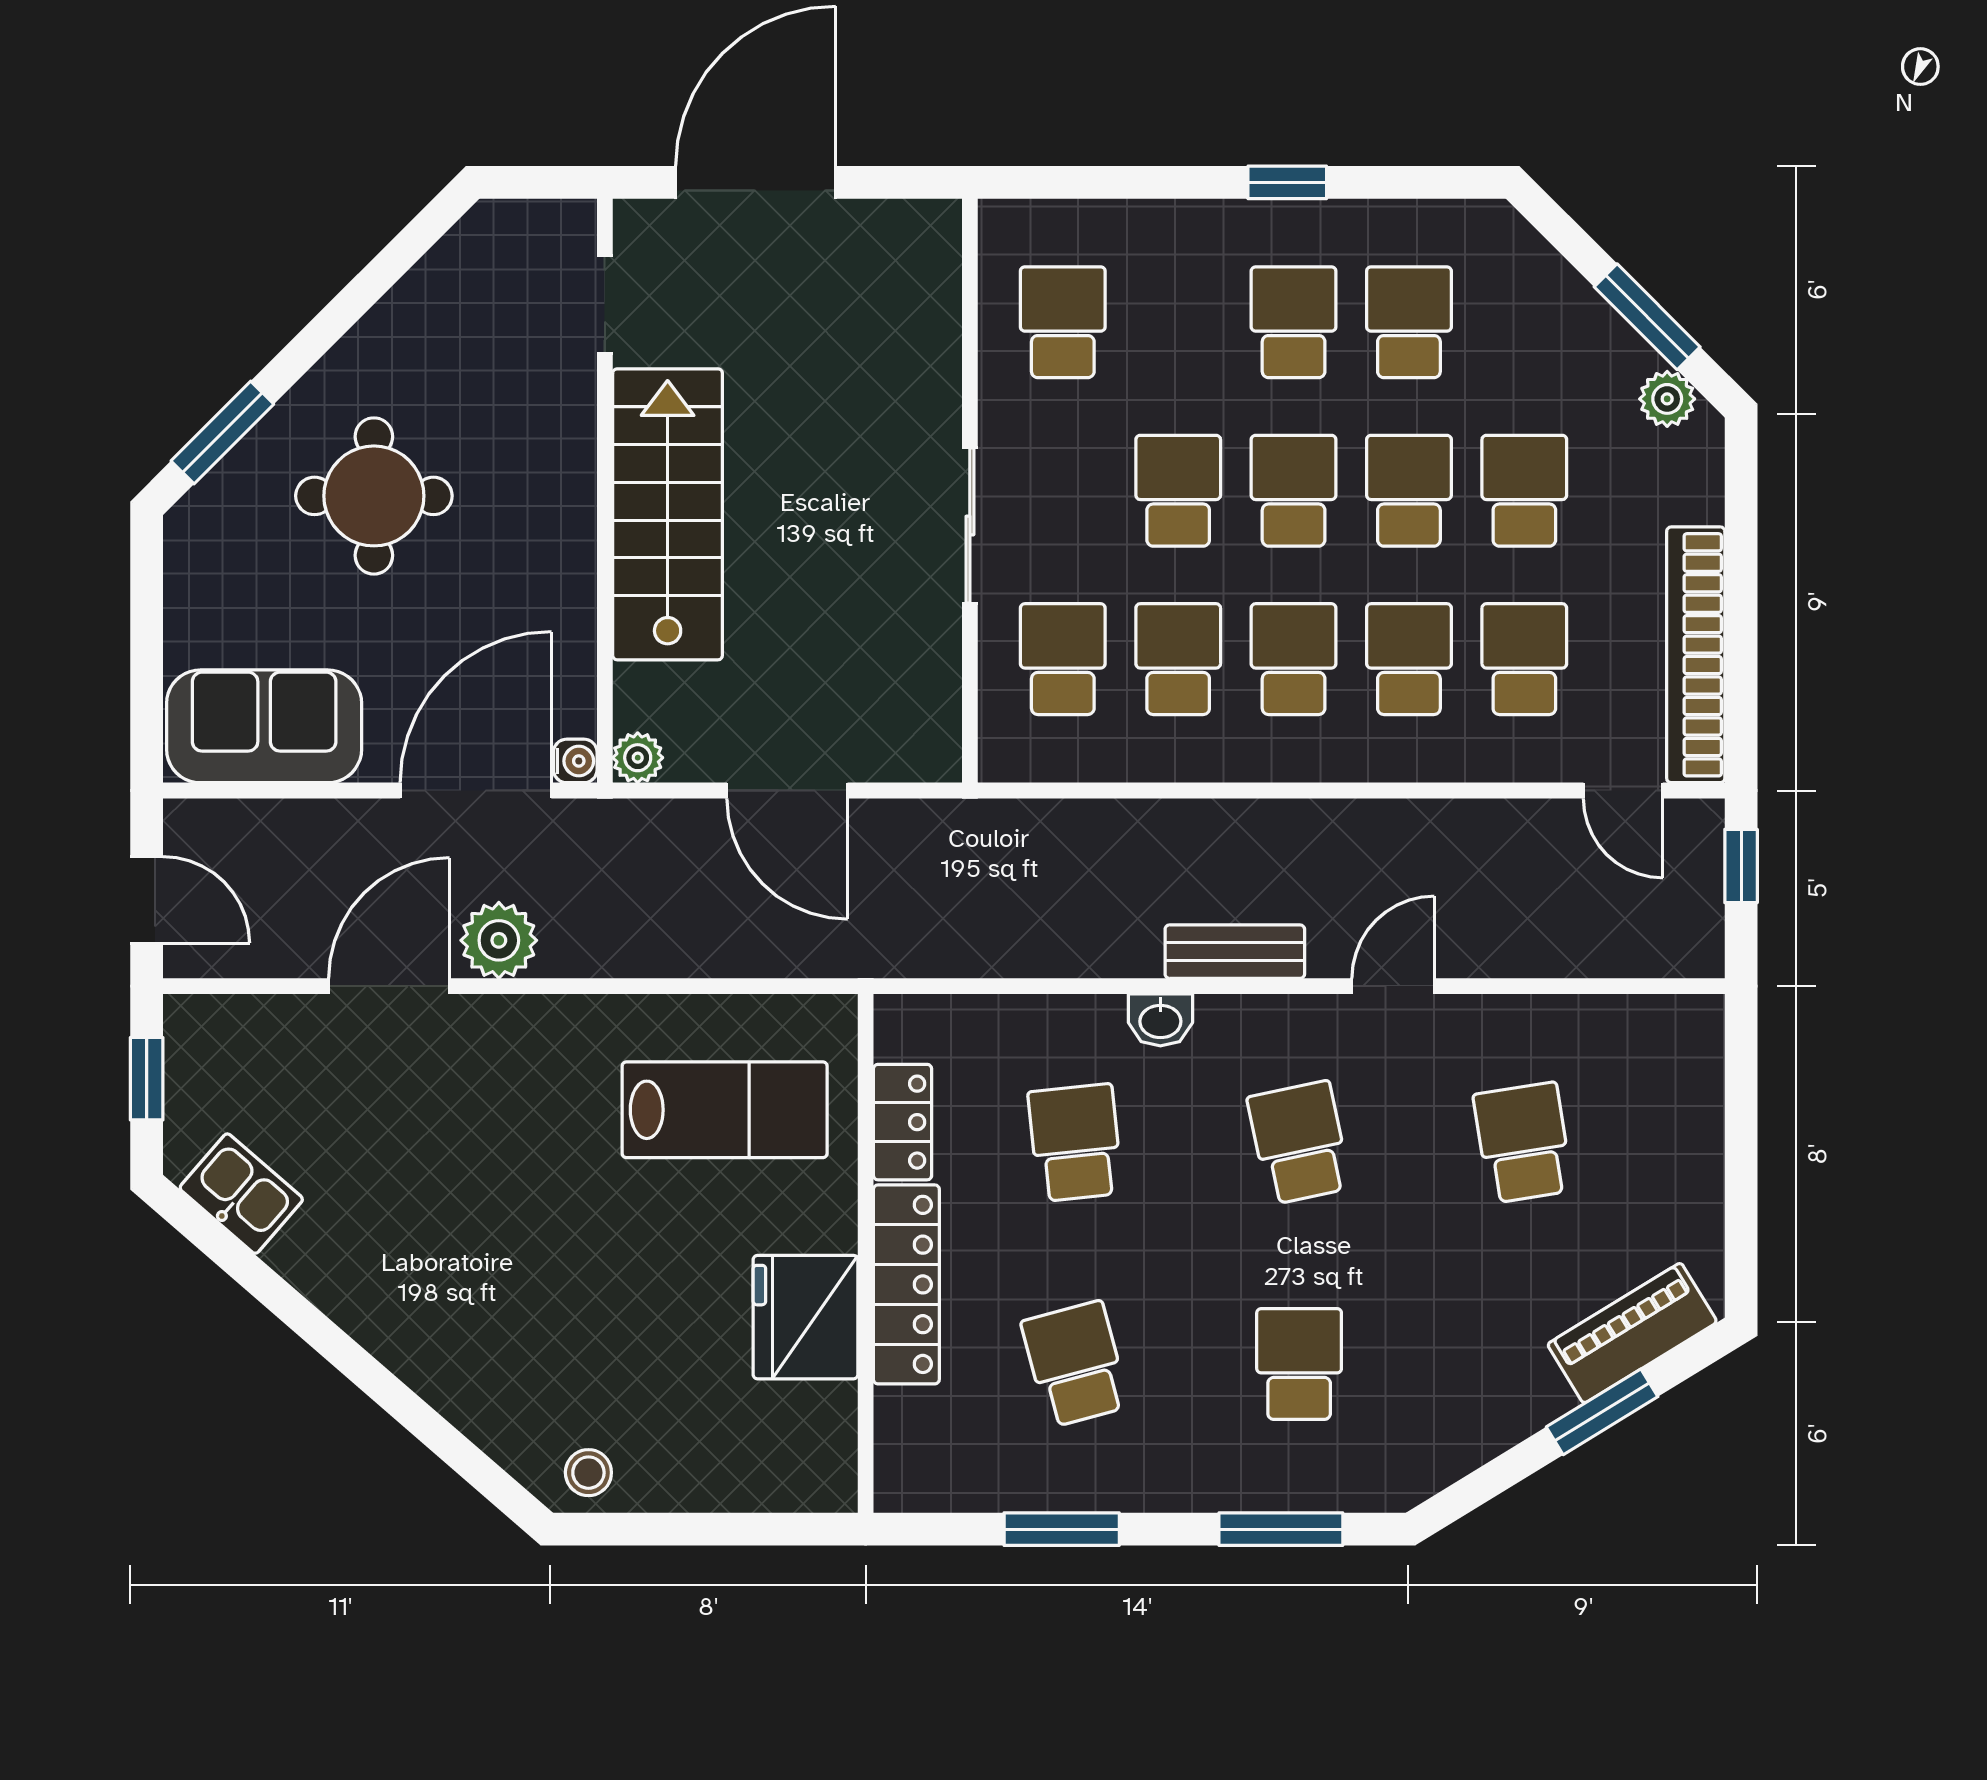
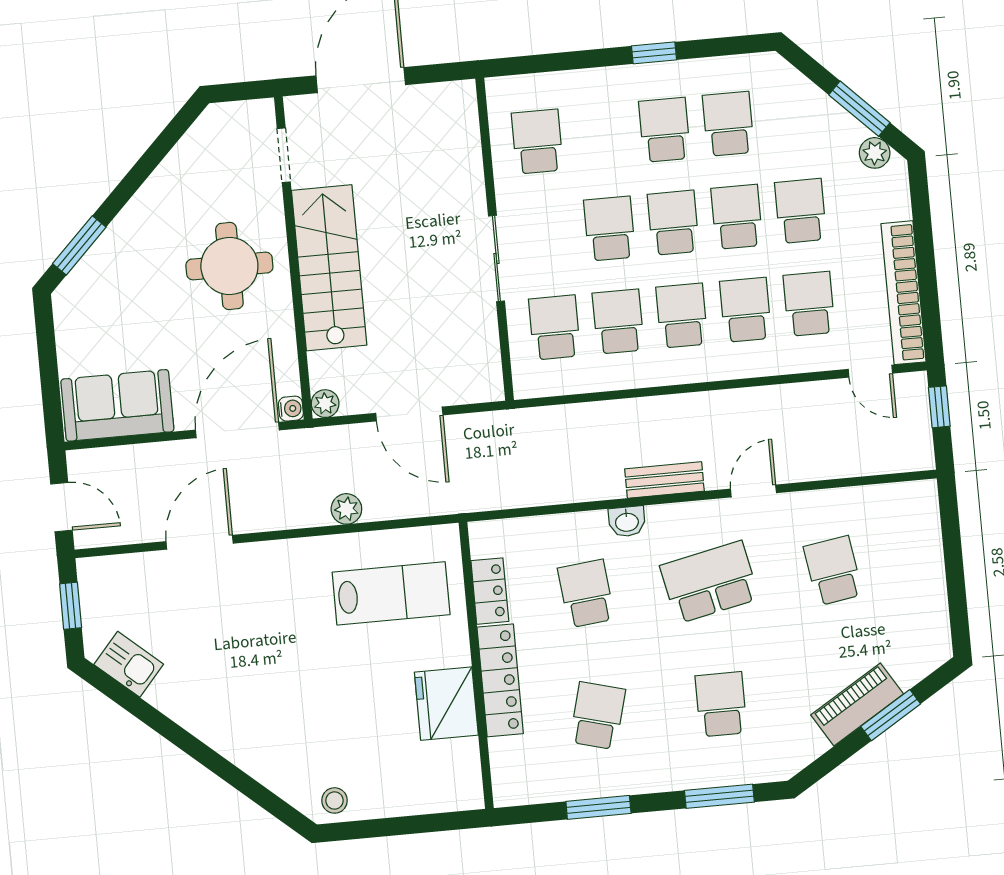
round table: (374, 496) -> (229, 266), moved
plant: (499, 940) -> (346, 509), moved, width x0.73, depth x0.73
school desk: (1299, 1143) -> (710, 582), width x1.85
piano: (1632, 1333) -> (857, 704), moved
school desk: (1075, 1364) -> (597, 716), turned 30

